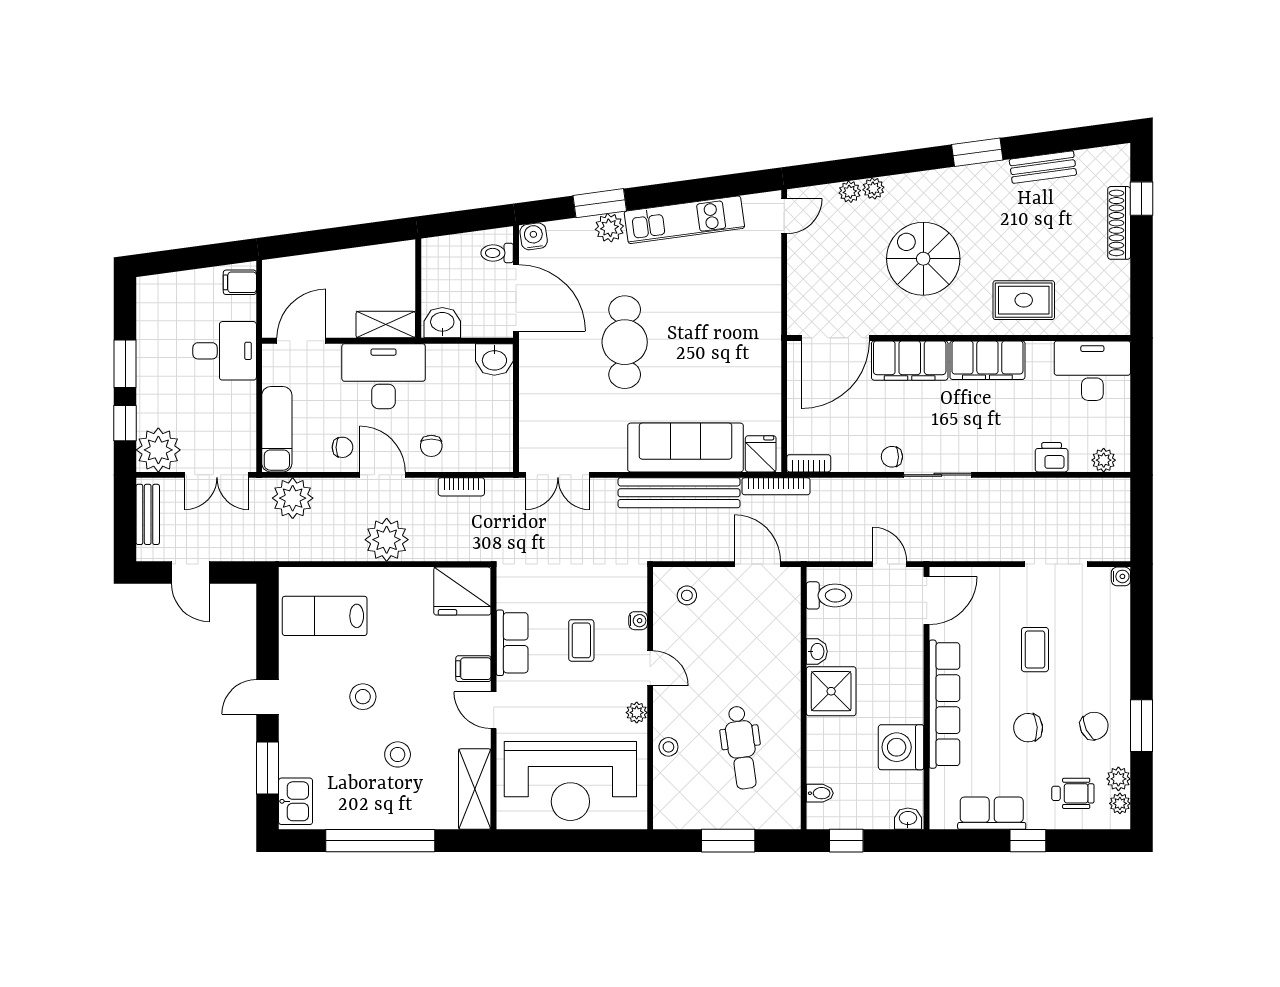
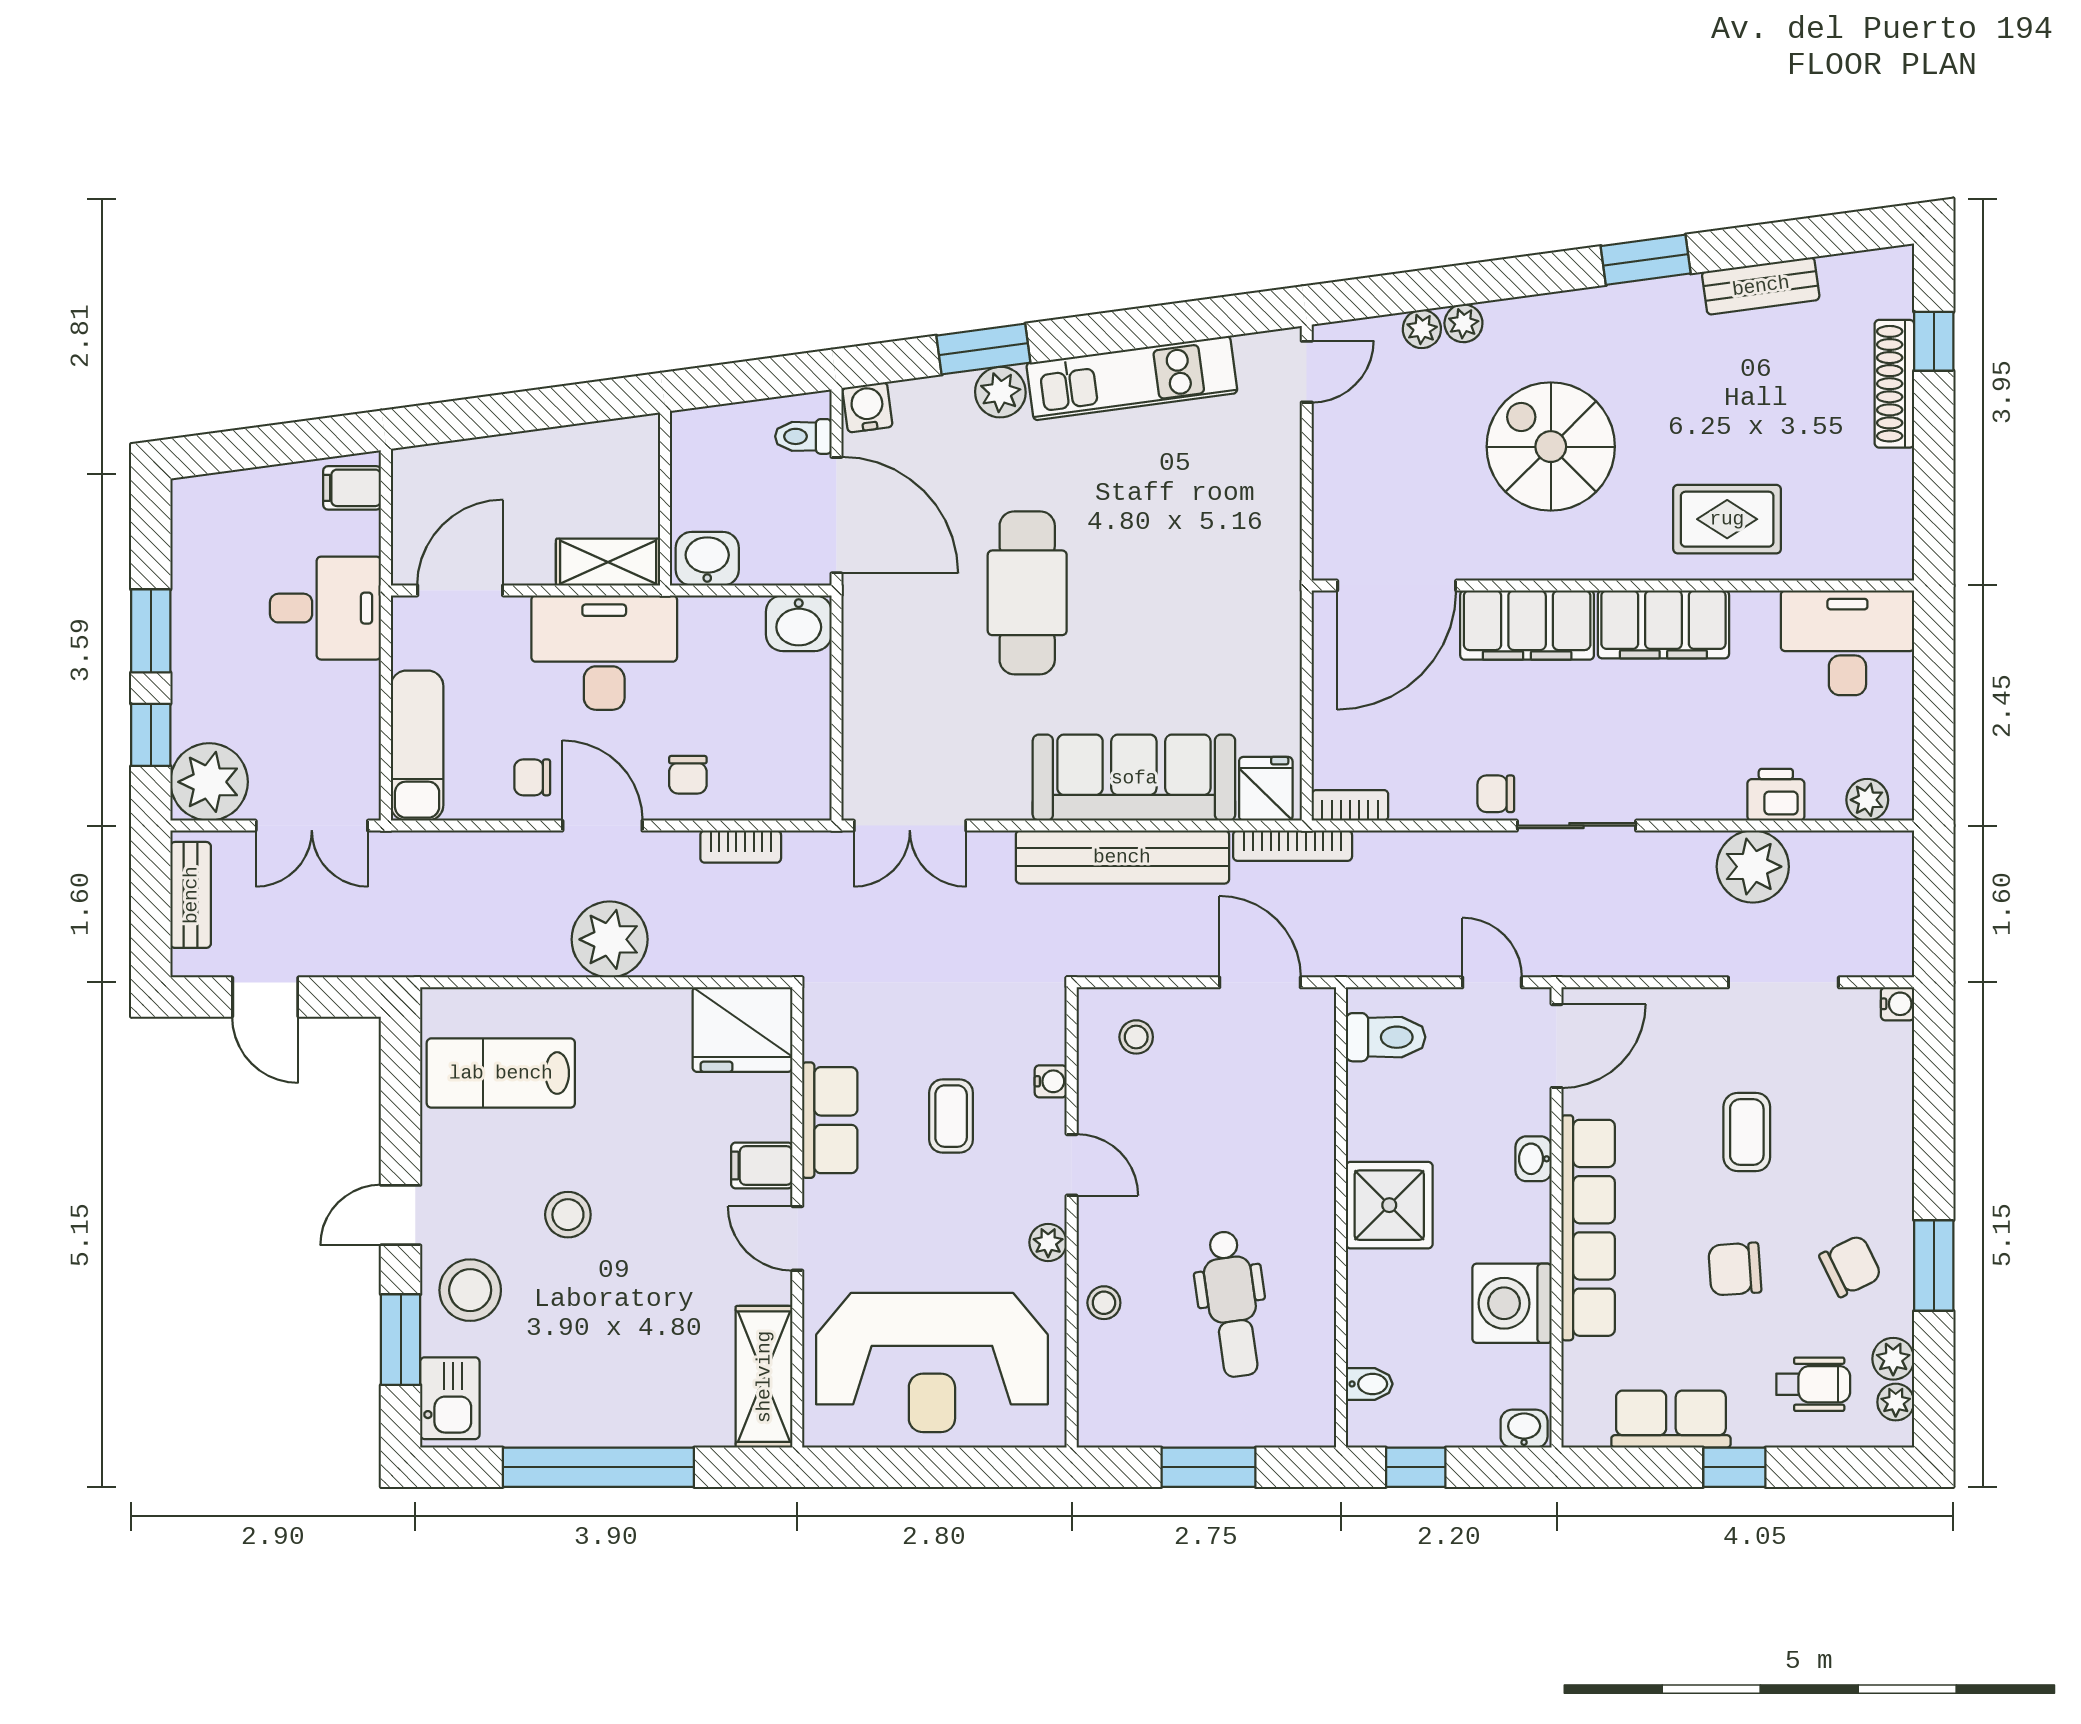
chair: (342, 447) -> (532, 777), turned 180
plant: (293, 498) -> (1753, 867), moved
washbasin: (817, 651) -> (1534, 1159), moved, turned 180
stool: (398, 754) -> (470, 1290), moved, width x1.38, depth x1.38

